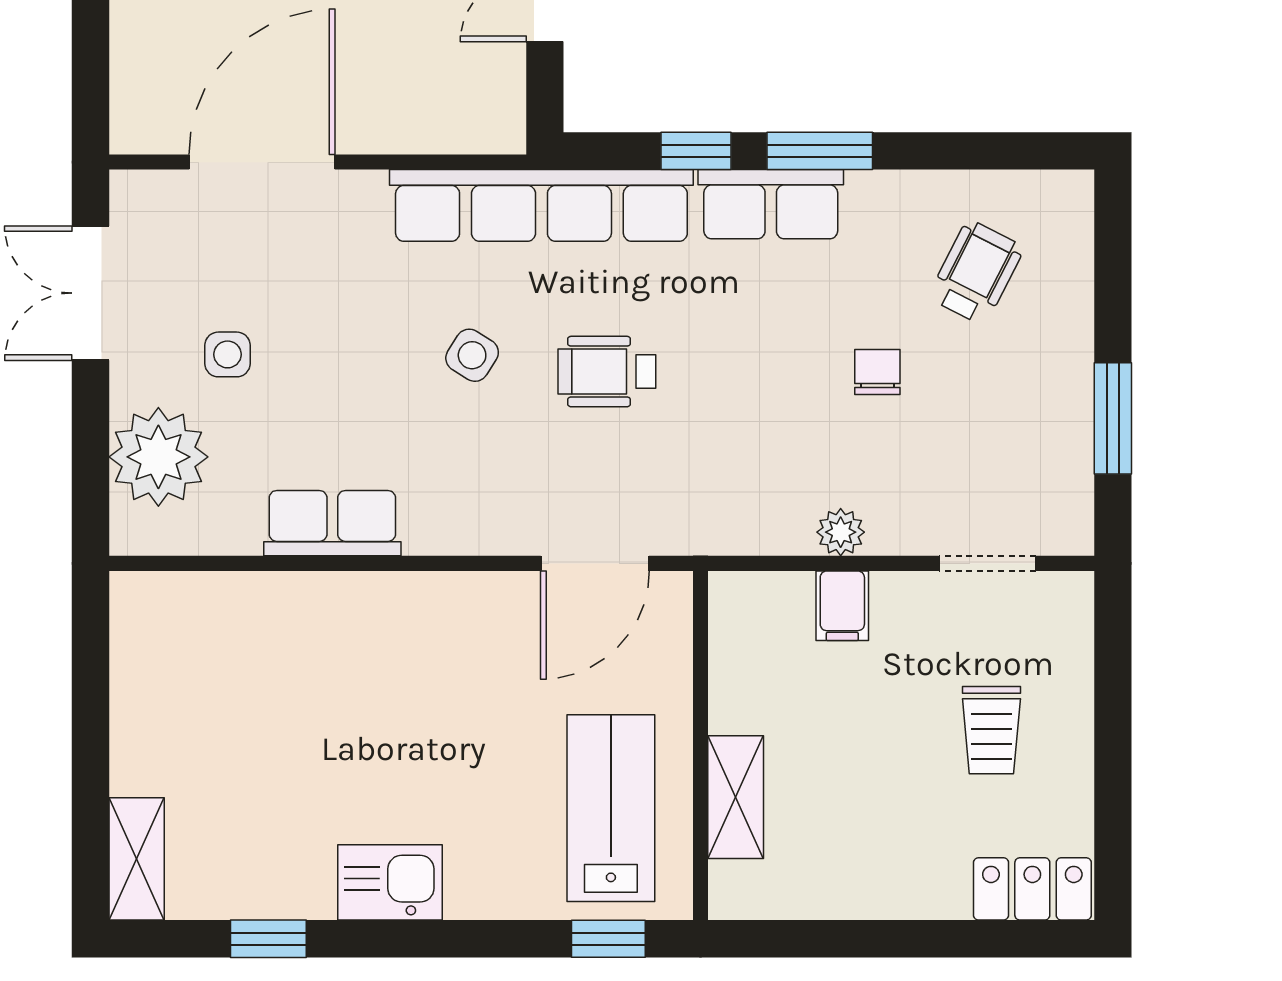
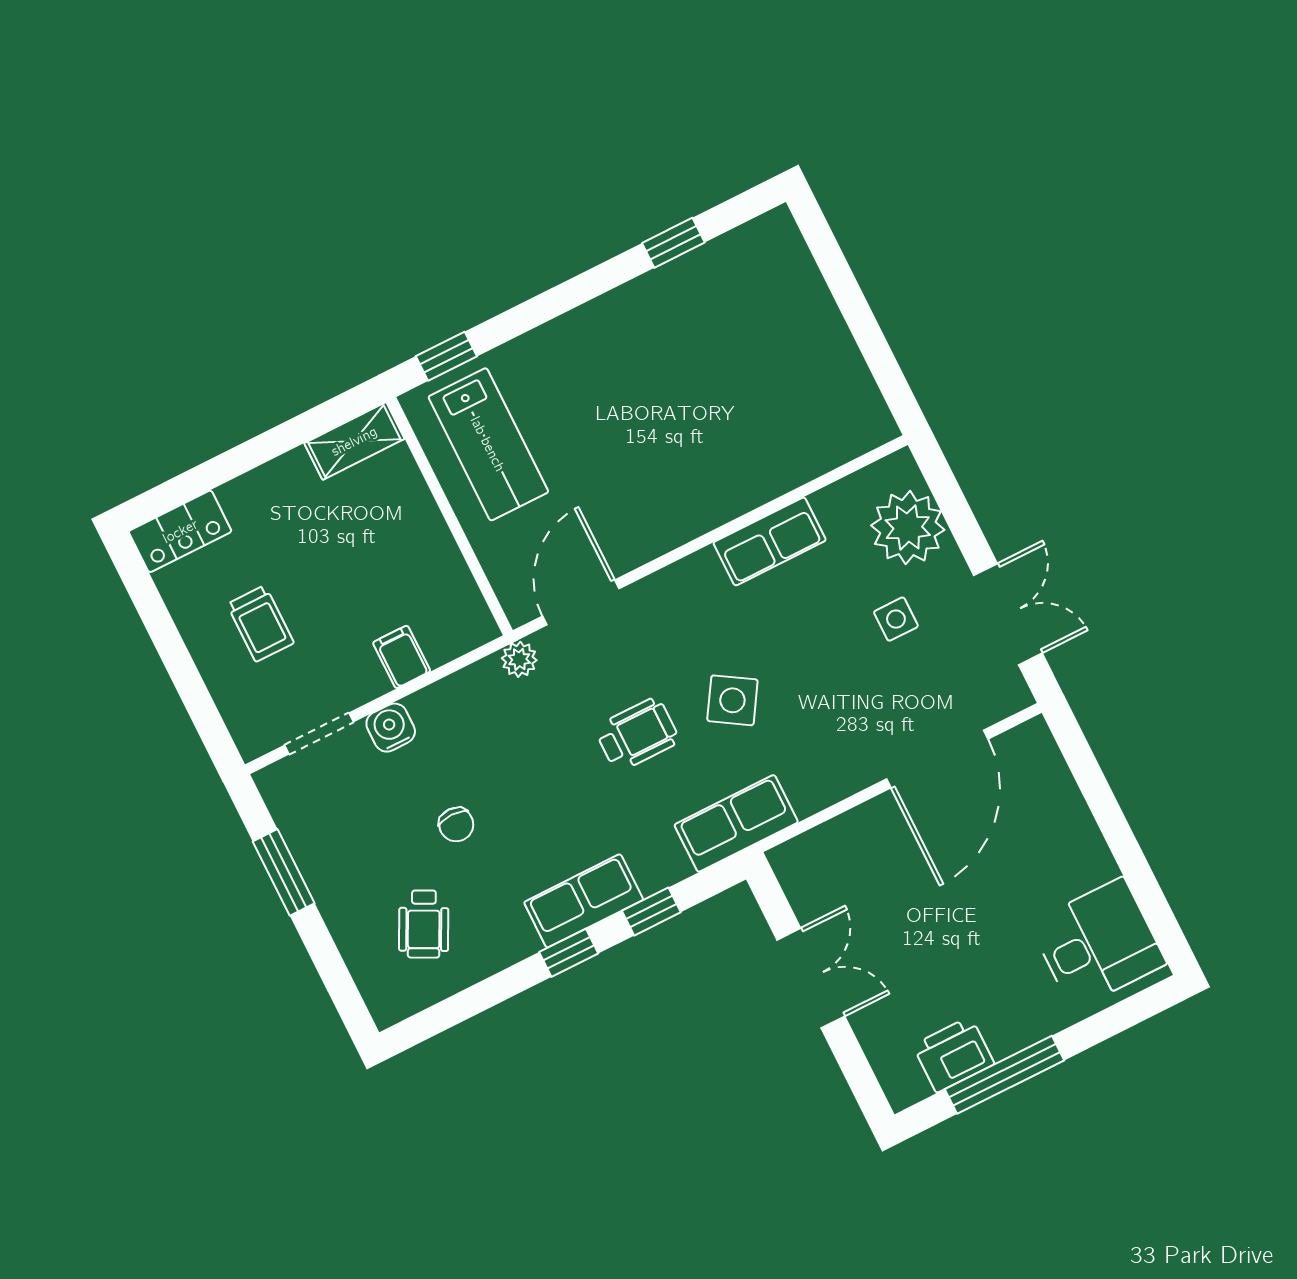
window: (820, 151) -> (569, 953), width x0.67
row of seats: (541, 205) -> (736, 823), width x0.50
side table: (472, 355) -> (732, 700), width x1.37, depth x1.37
water cooler: (898, 528) -> (391, 728), added
plant: (841, 532) -> (519, 659), moved
trolley: (991, 730) -> (260, 624), turned 180
shelving: (736, 797) -> (354, 441), moved, turned 90
shelving: (137, 859) -> (788, 252), removed
kitchen sink: (390, 882) -> (611, 321), removed

